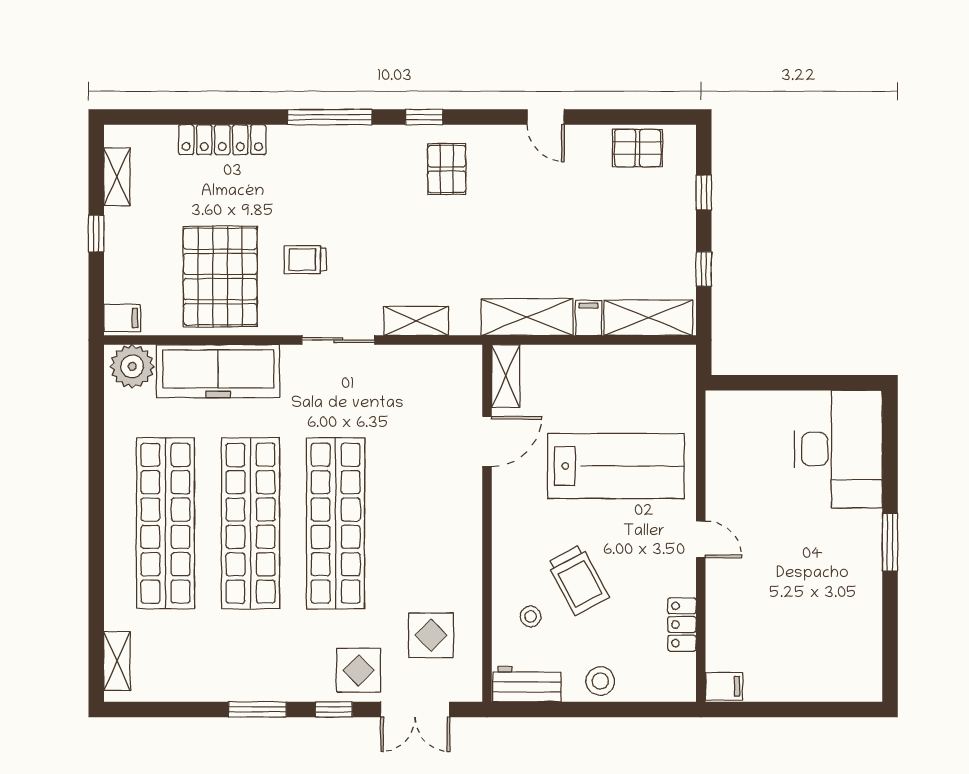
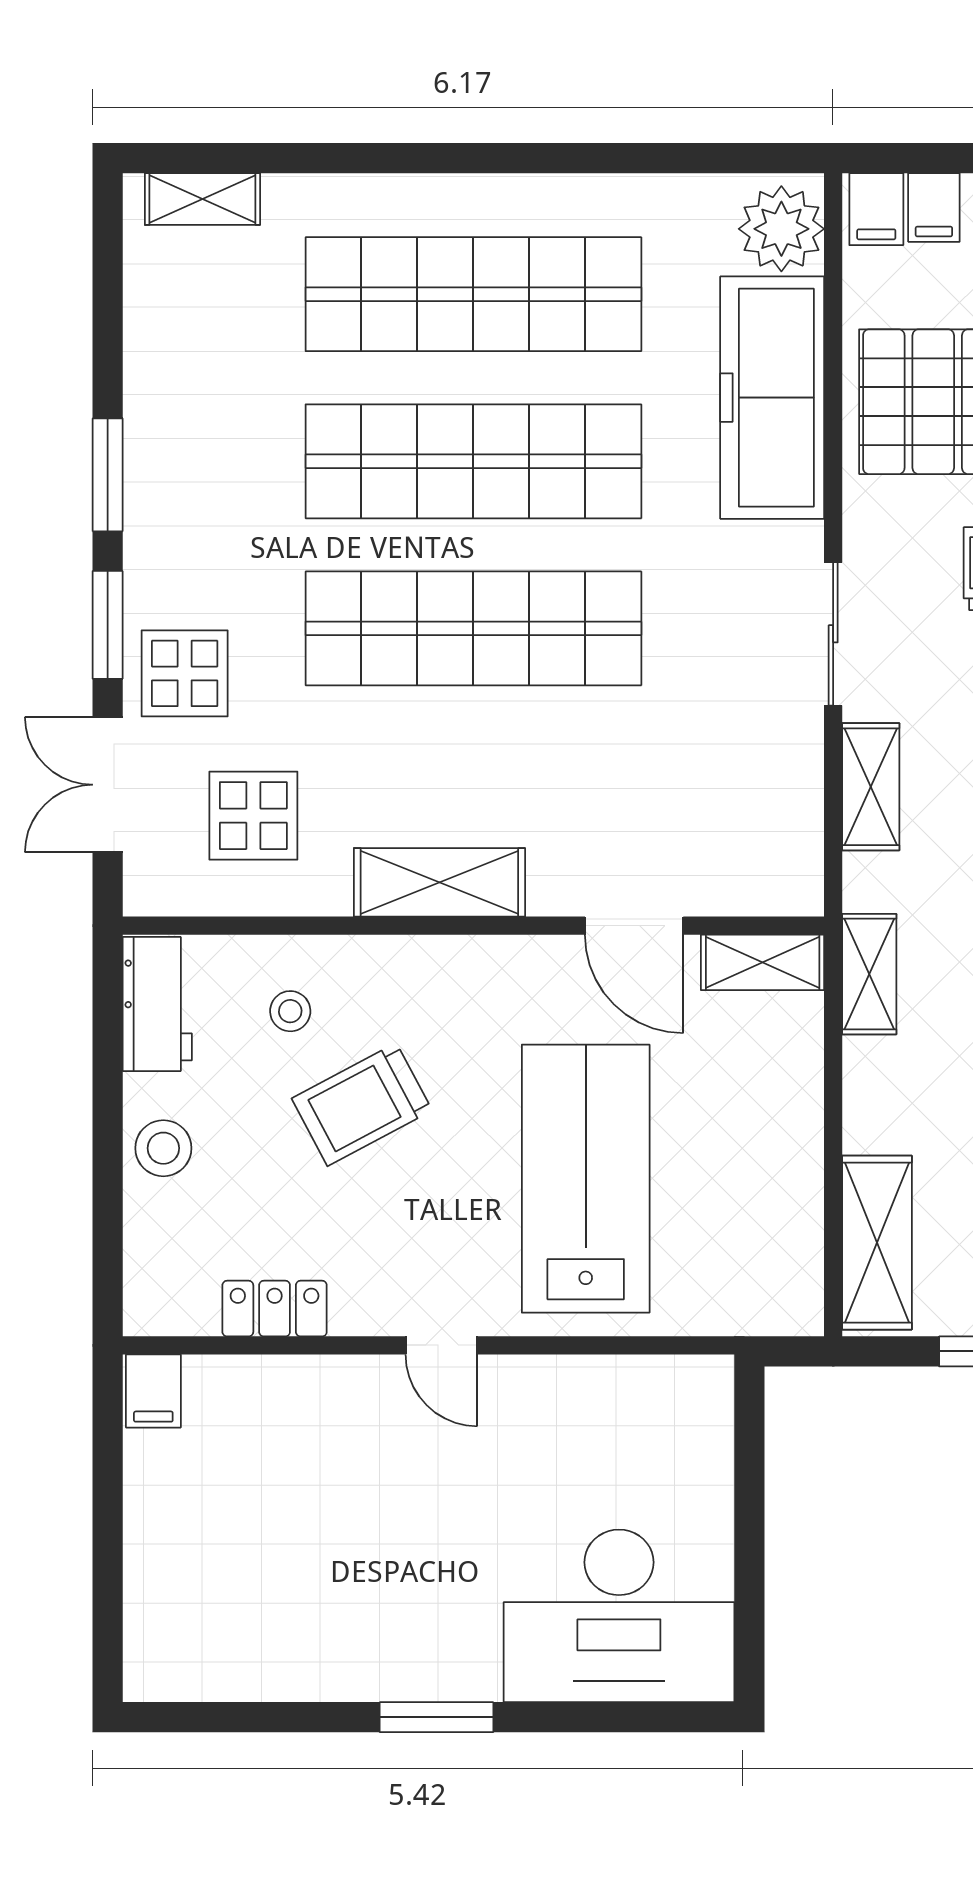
shelving: (527, 317) -> (869, 974), width x0.67, depth x0.75
filing cabinet: (589, 318) -> (934, 207), moved, turned 90
lab bench: (616, 466) -> (586, 1179), turned 180
door: (701, 539) -> (442, 1345), hinge flipped
shelving: (465, 541) -> (439, 882), added
window: (334, 709) -> (108, 625), width x1.50

